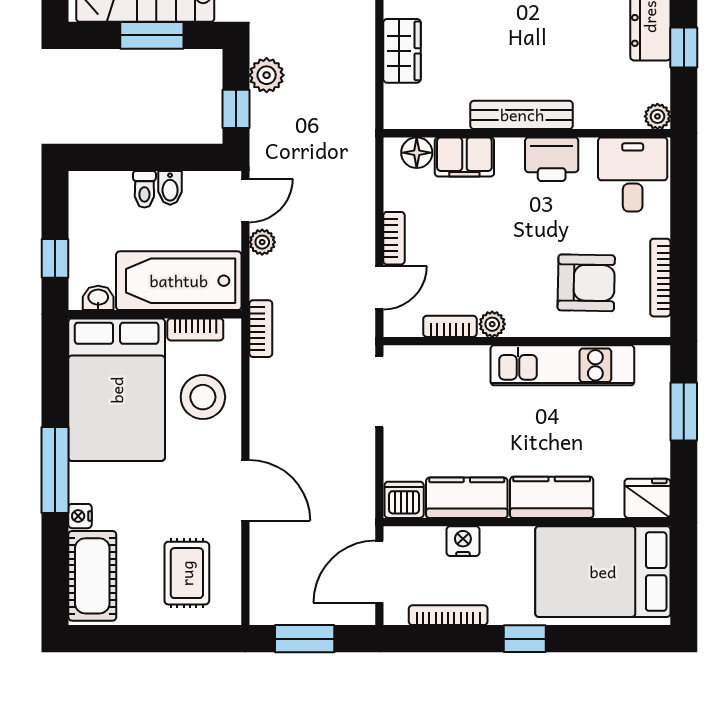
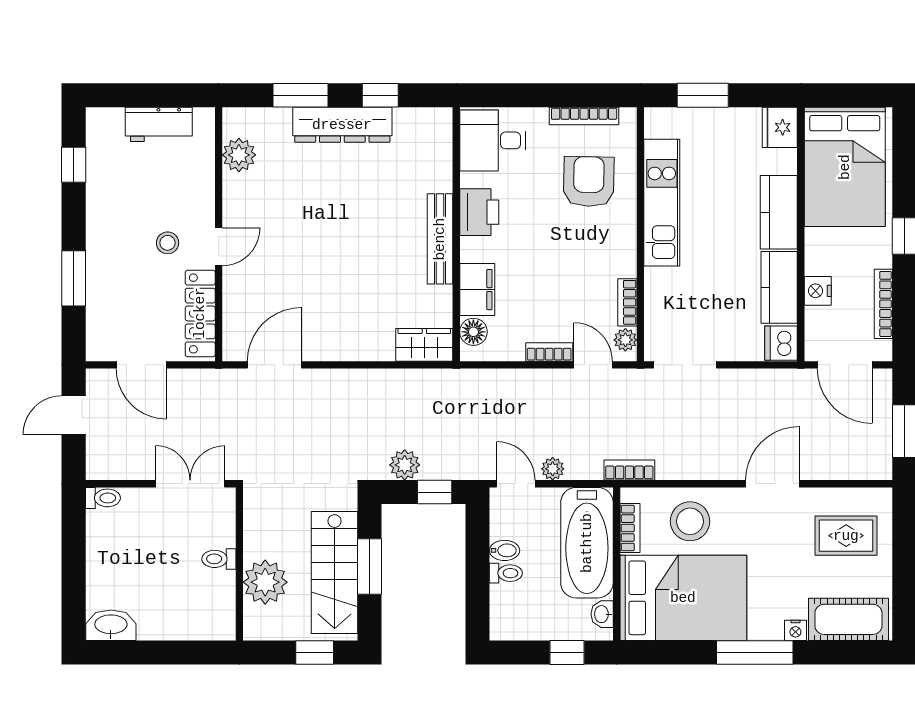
wardrobe: (402, 51) -> (424, 345), moved
plant: (657, 116) -> (441, 118), removed
plant: (492, 324) -> (625, 340), moved

